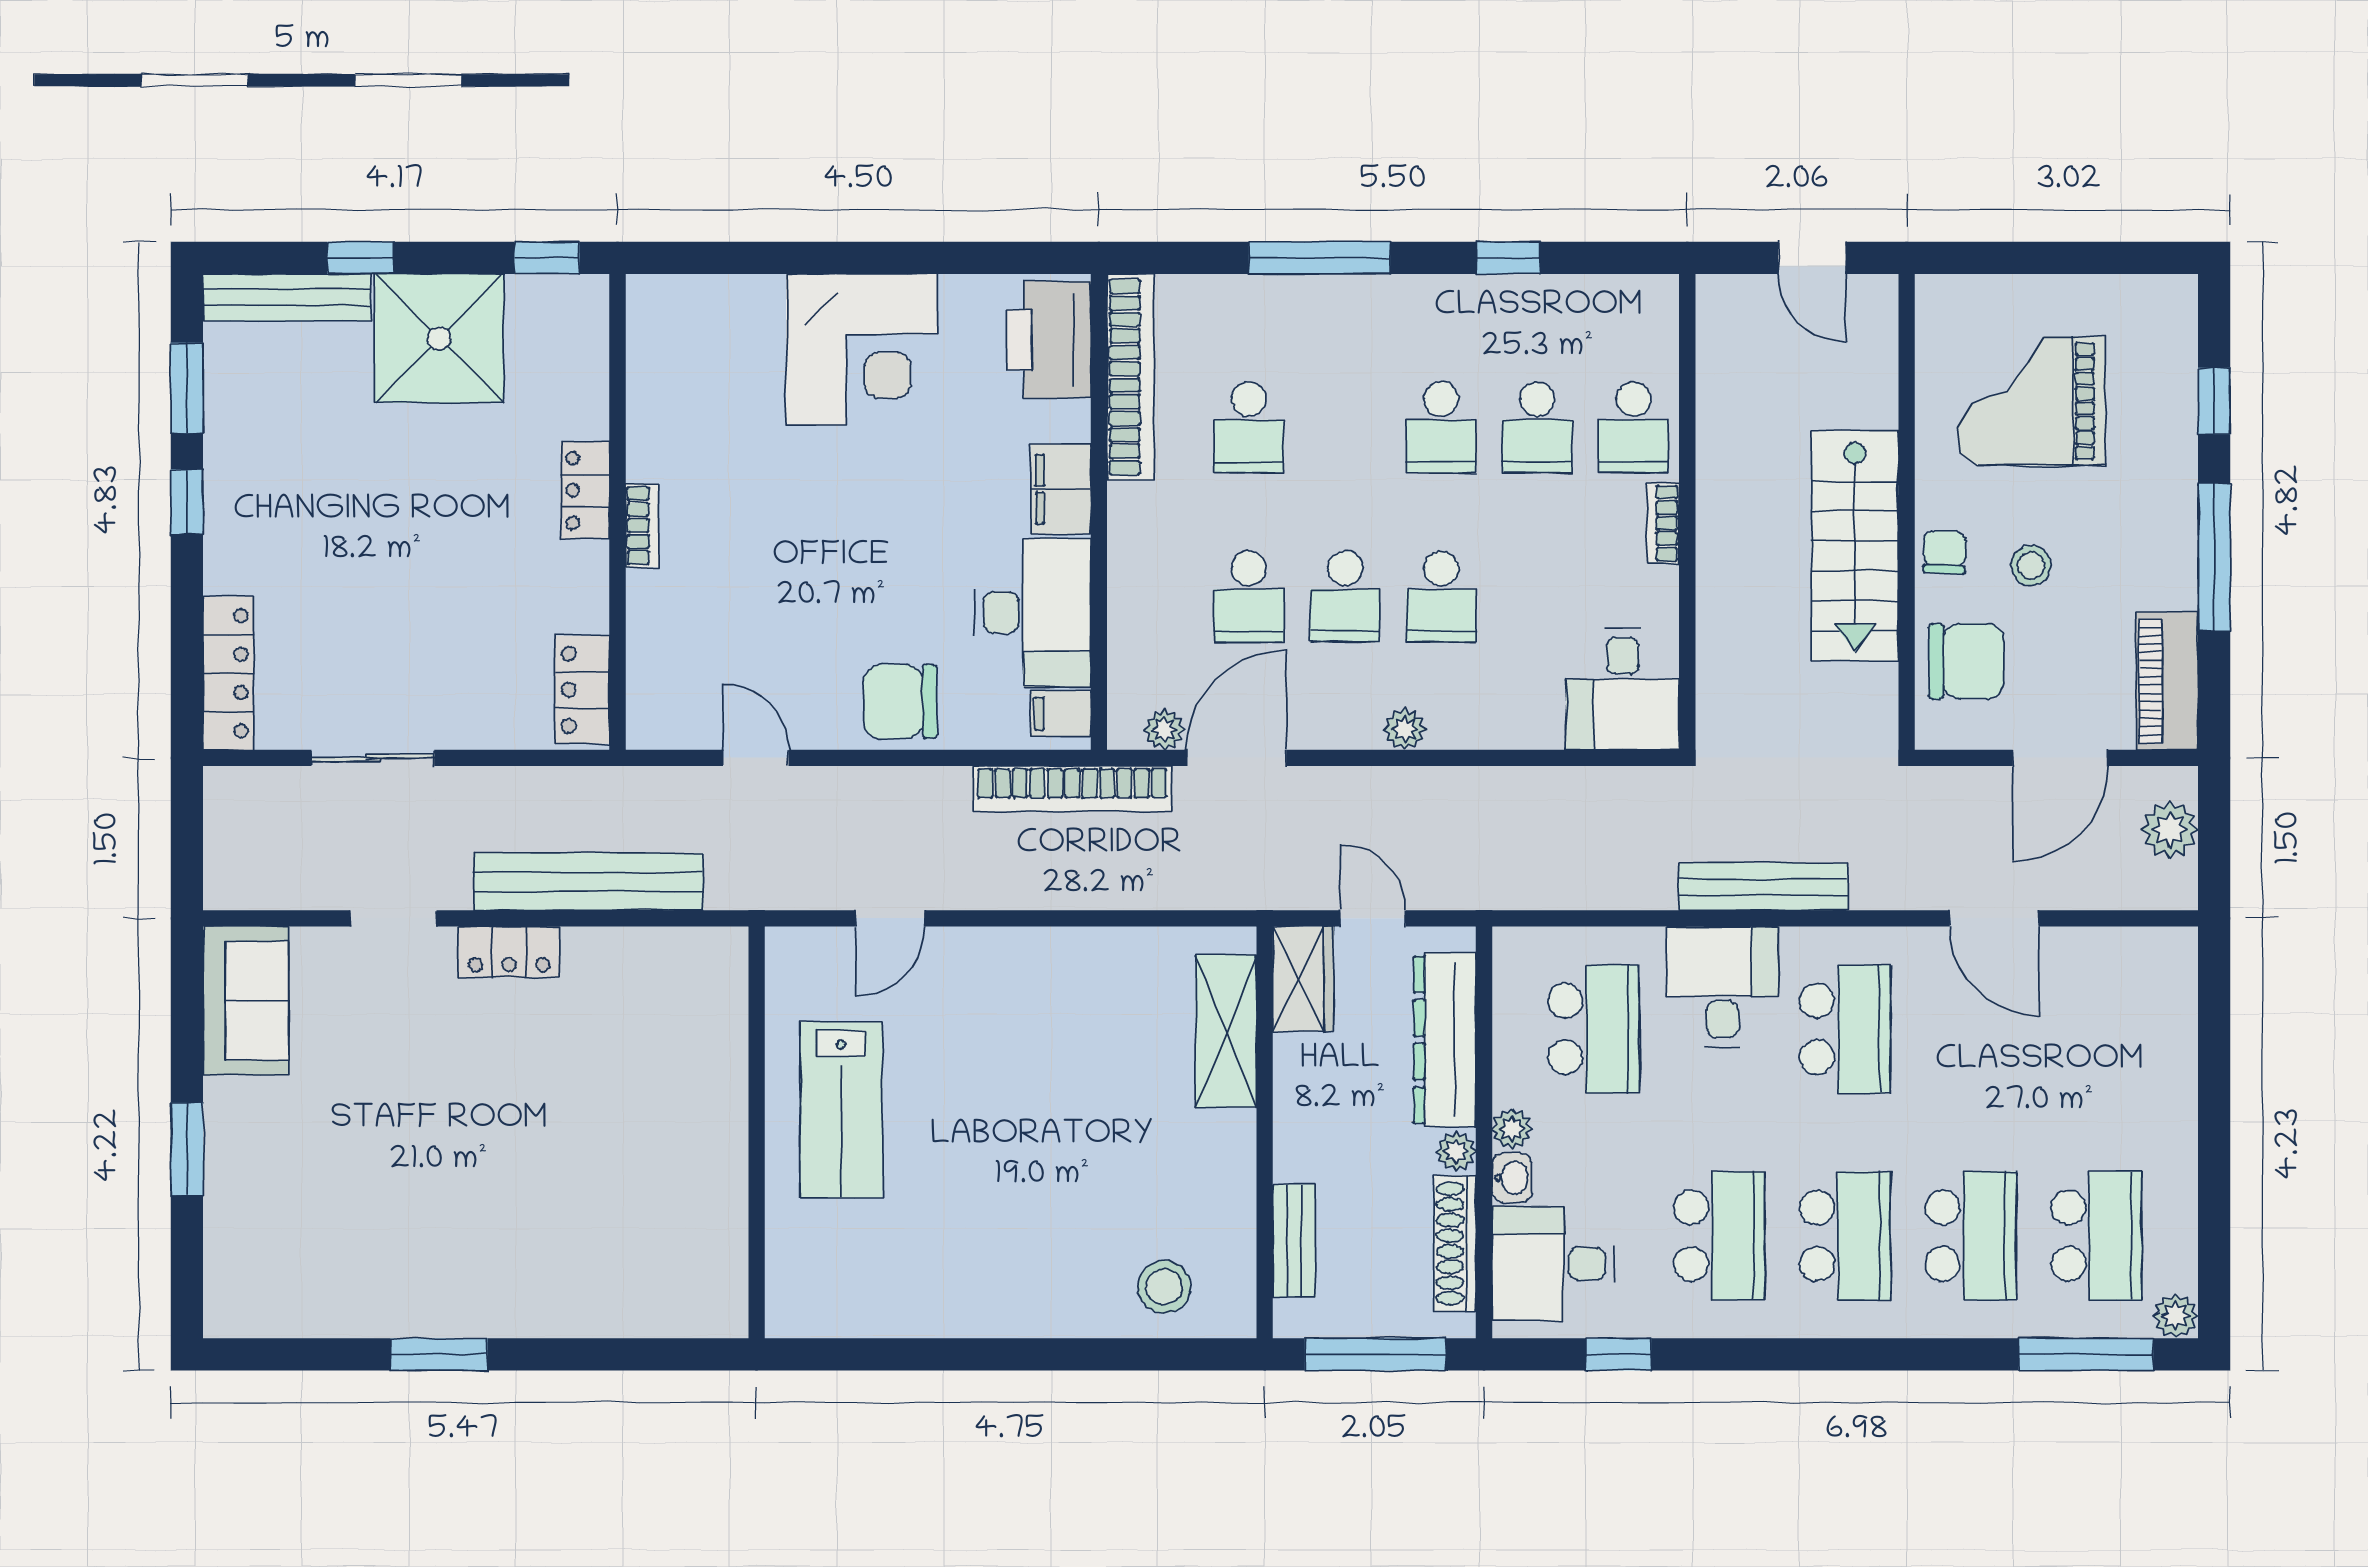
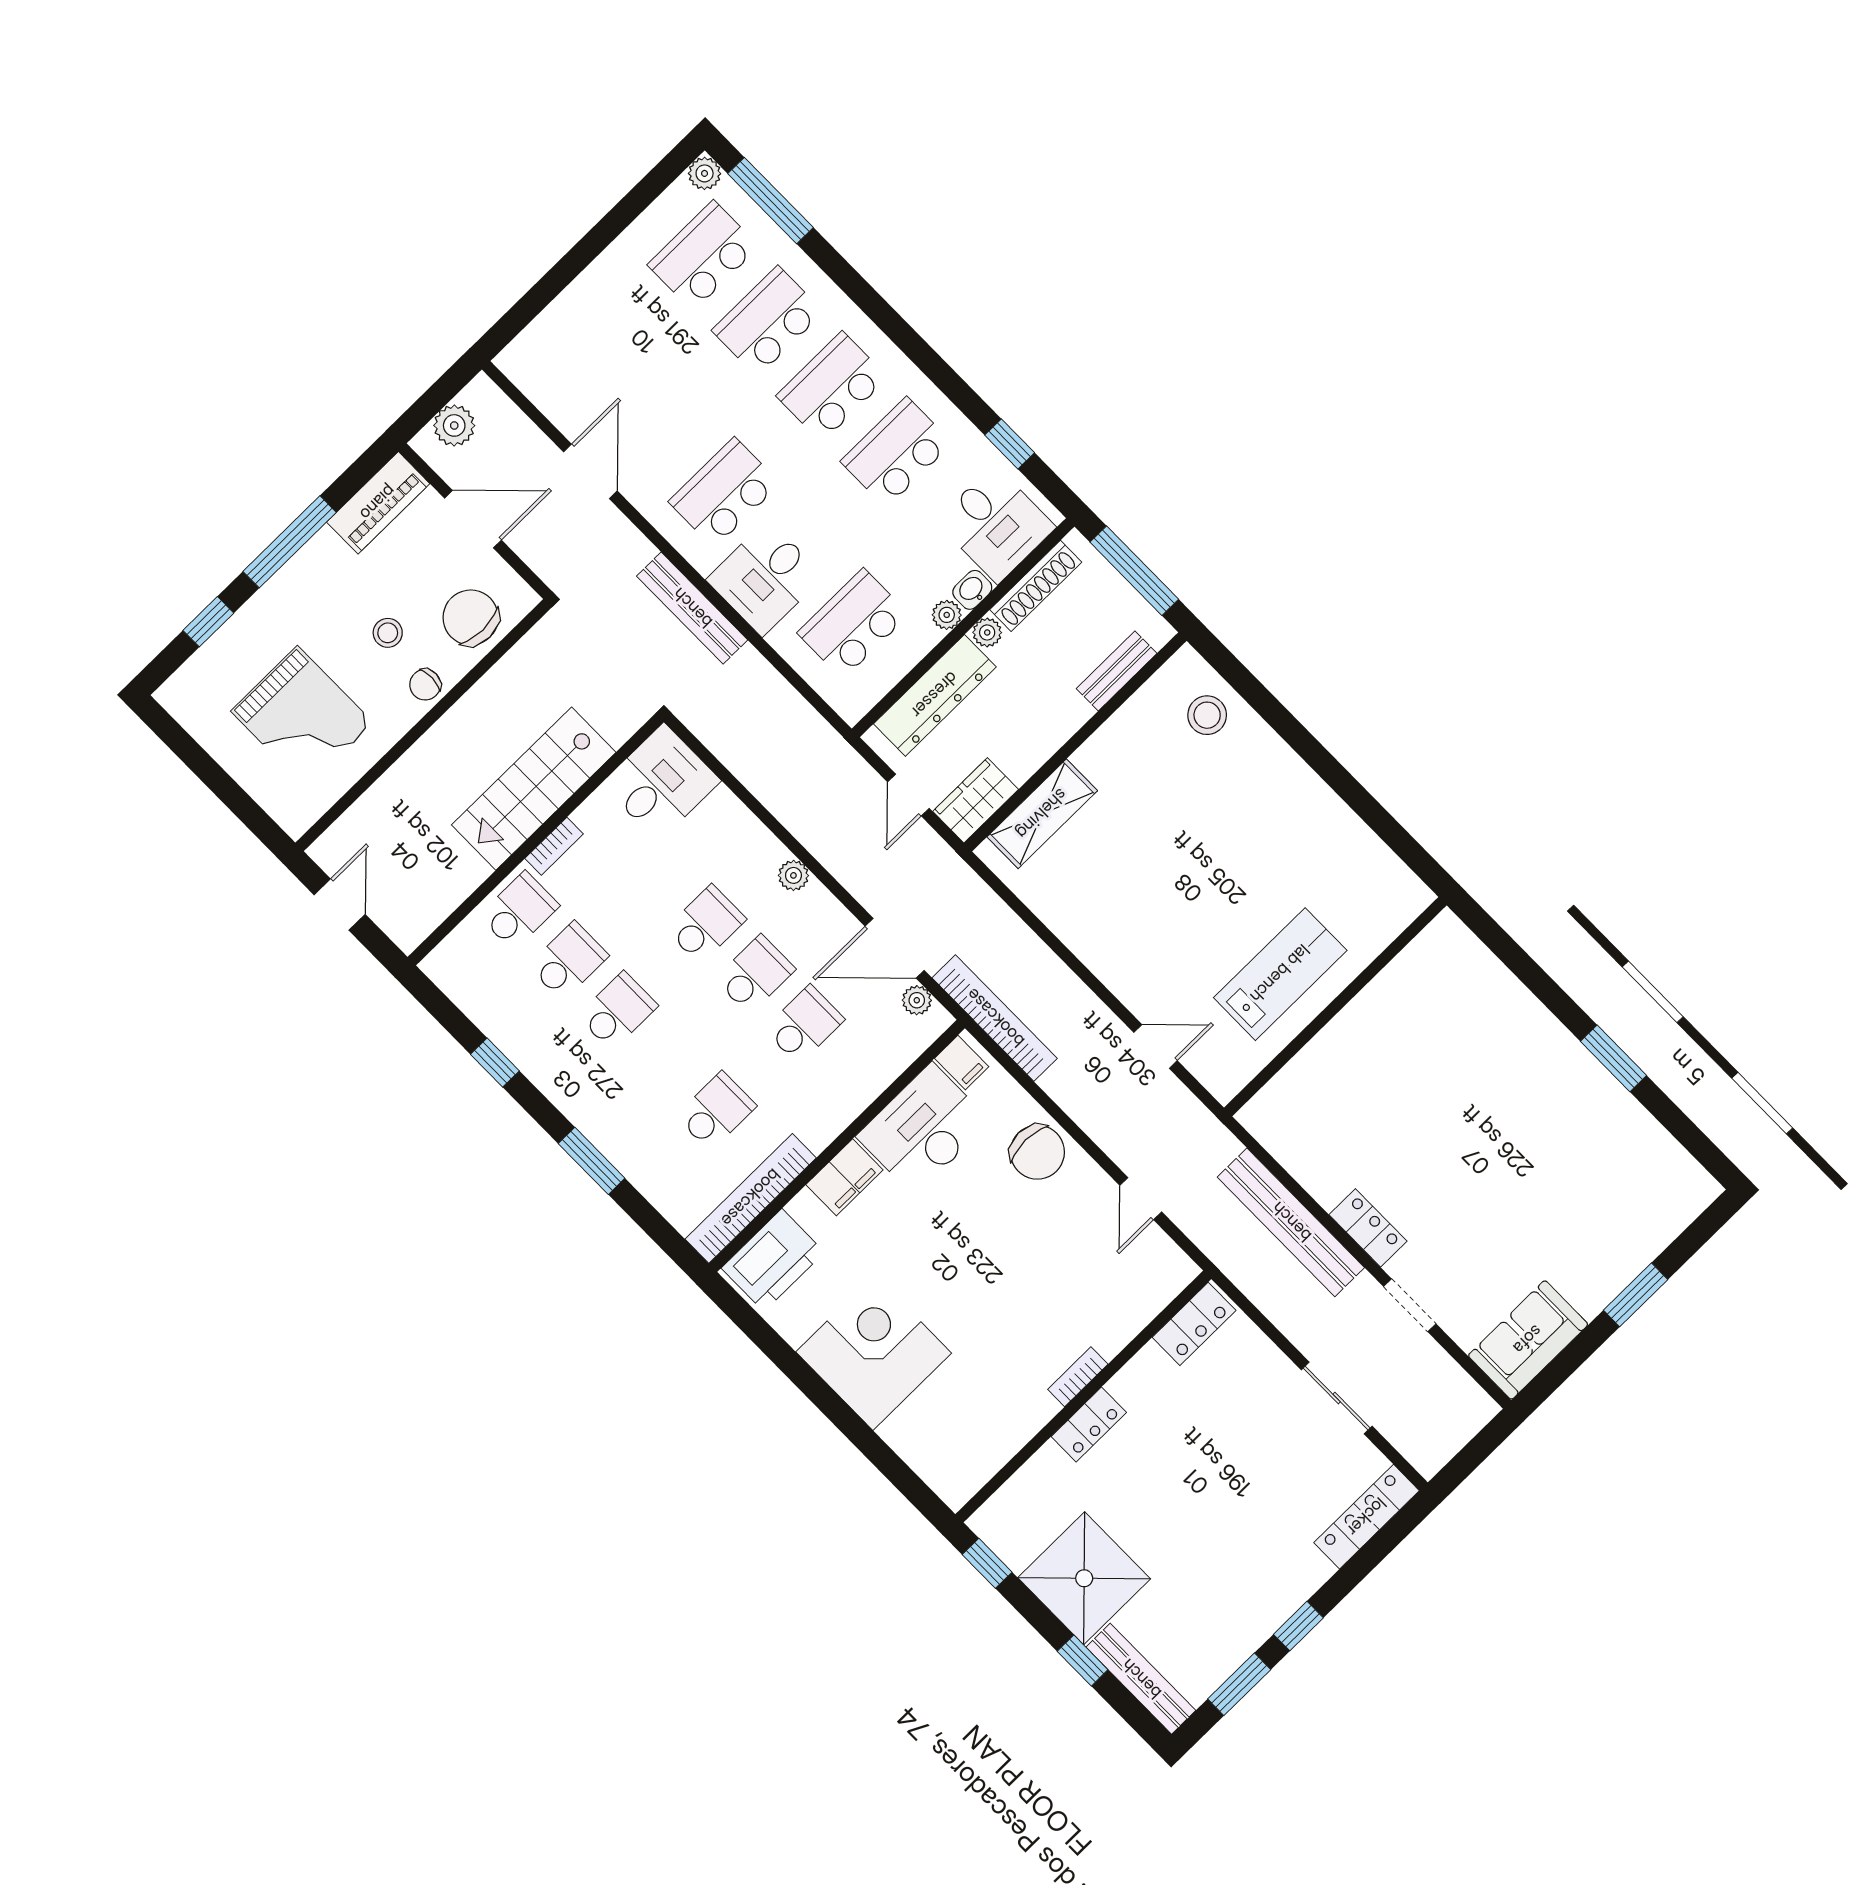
window: (1320, 258) -> (592, 1161), width x0.69
stairs: (1855, 546) -> (534, 789), moved, turned 180

